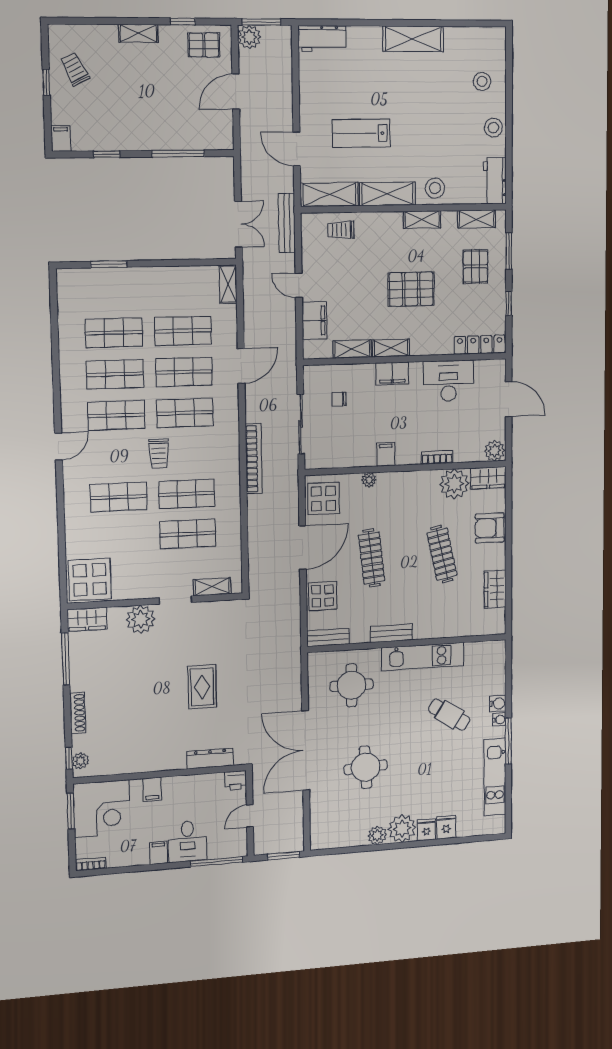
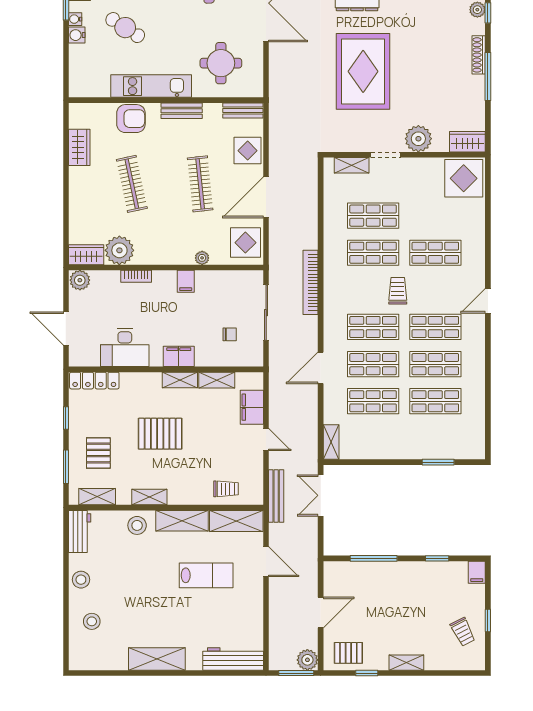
workbench: (322, 39) -> (233, 659), width x1.38
armchair: (490, 528) -> (131, 119), moved
window: (66, 659) -> (488, 76), moved
rug: (202, 687) -> (363, 71), width x1.86, depth x2.06

